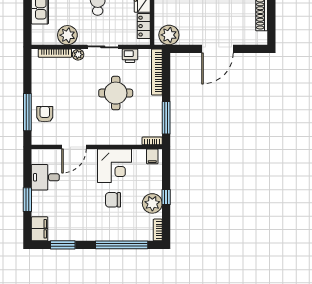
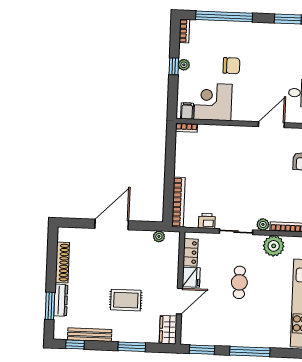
plant: (169, 35) -> (159, 236), width x0.53, depth x0.53
round table: (116, 93) -> (224, 181), removed
window: (166, 118) -> (170, 152), removed
corner desk: (114, 166) -> (213, 102), moved
plant: (152, 203) -> (184, 65), width x0.53, depth x0.53

